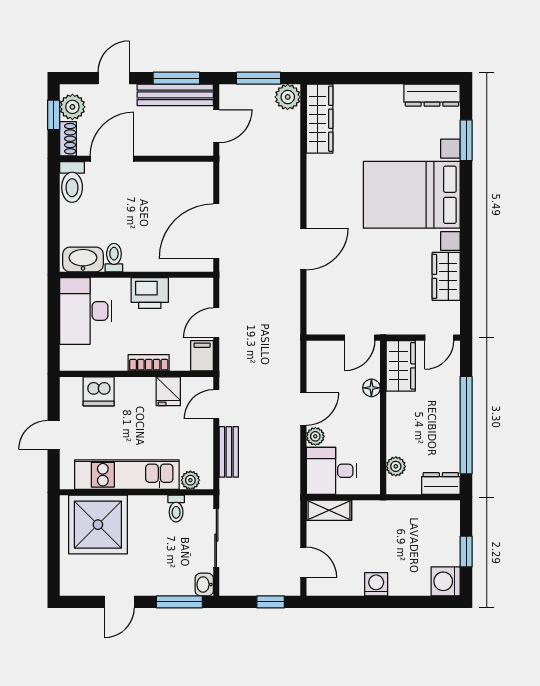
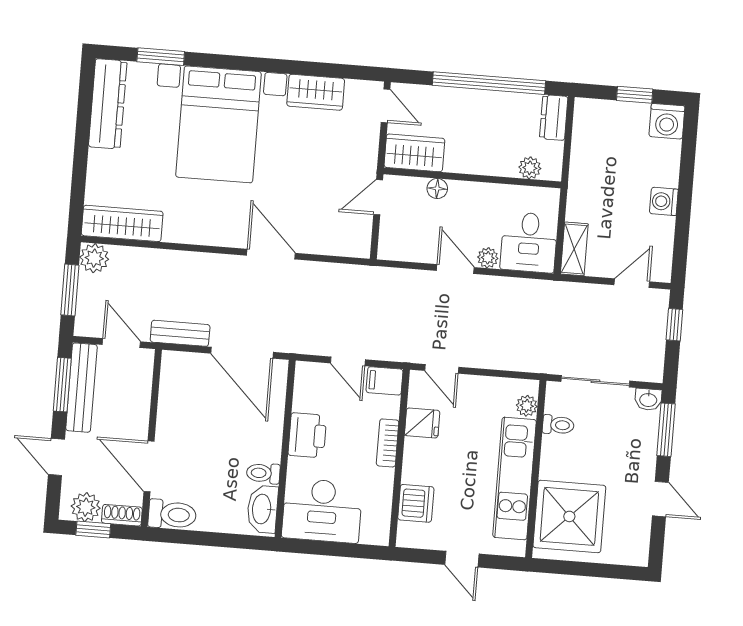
dresser: (432, 95) -> (108, 104), width x1.37, depth x1.24
door: (360, 338) -> (378, 197), swing flipped
bench: (229, 452) -> (180, 333), moved

